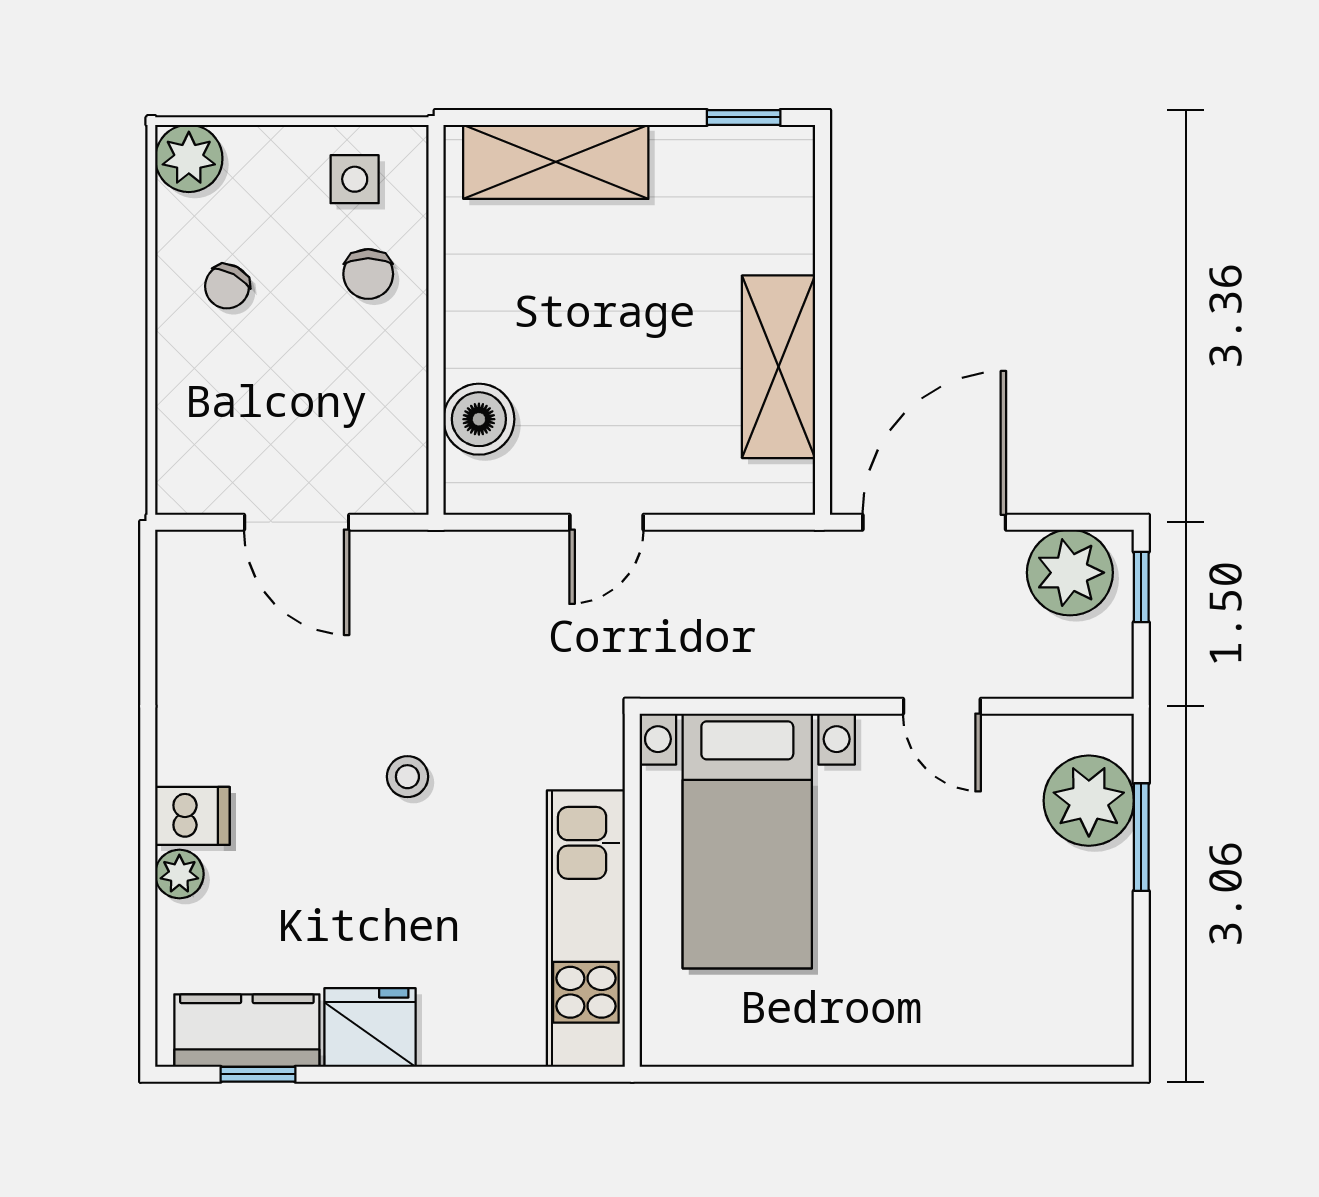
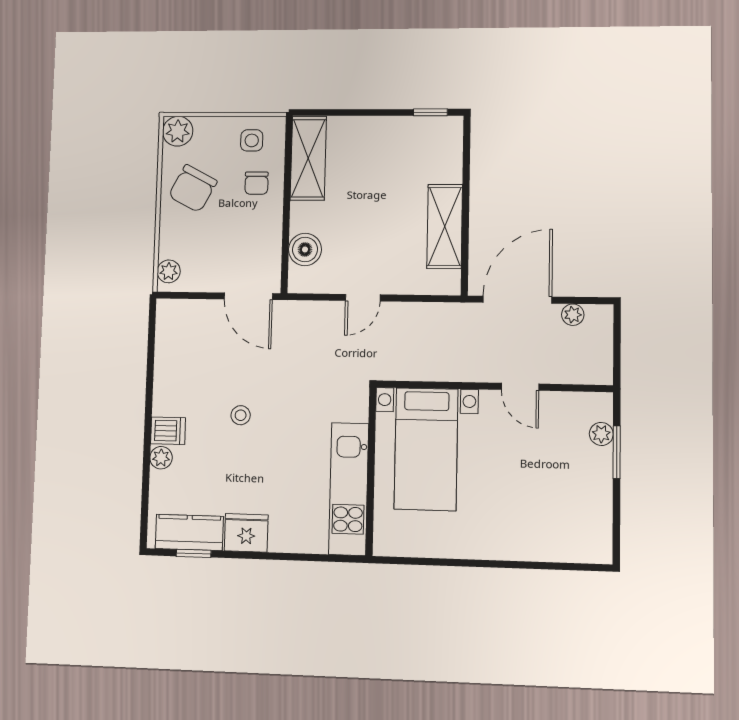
shelving: (556, 162) -> (308, 158), moved, turned 90
chair: (227, 286) -> (193, 188), width x1.87, depth x1.87
plant: (180, 470) -> (169, 271), added
door: (297, 522) -> (248, 296), moved
plant: (1070, 573) -> (573, 315), width x0.53, depth x0.53
window: (1141, 587) -> (617, 332), removed
stool: (407, 777) -> (241, 415), moved
plant: (1089, 801) -> (601, 434), width x0.53, depth x0.53

